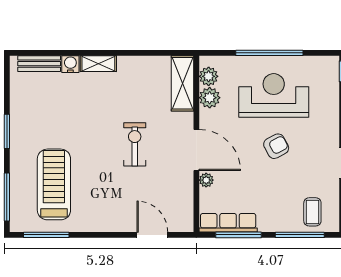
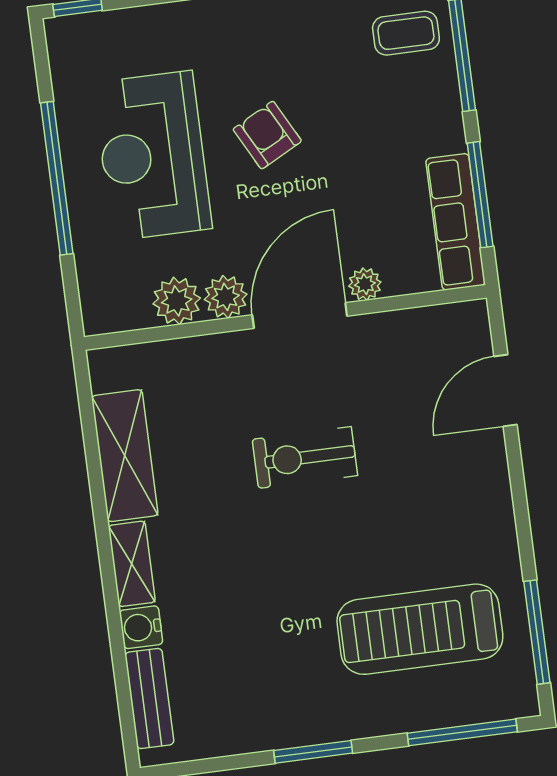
plant: (209, 76) -> (226, 297), moved
shelving: (182, 83) -> (125, 456), moved, turned 90

